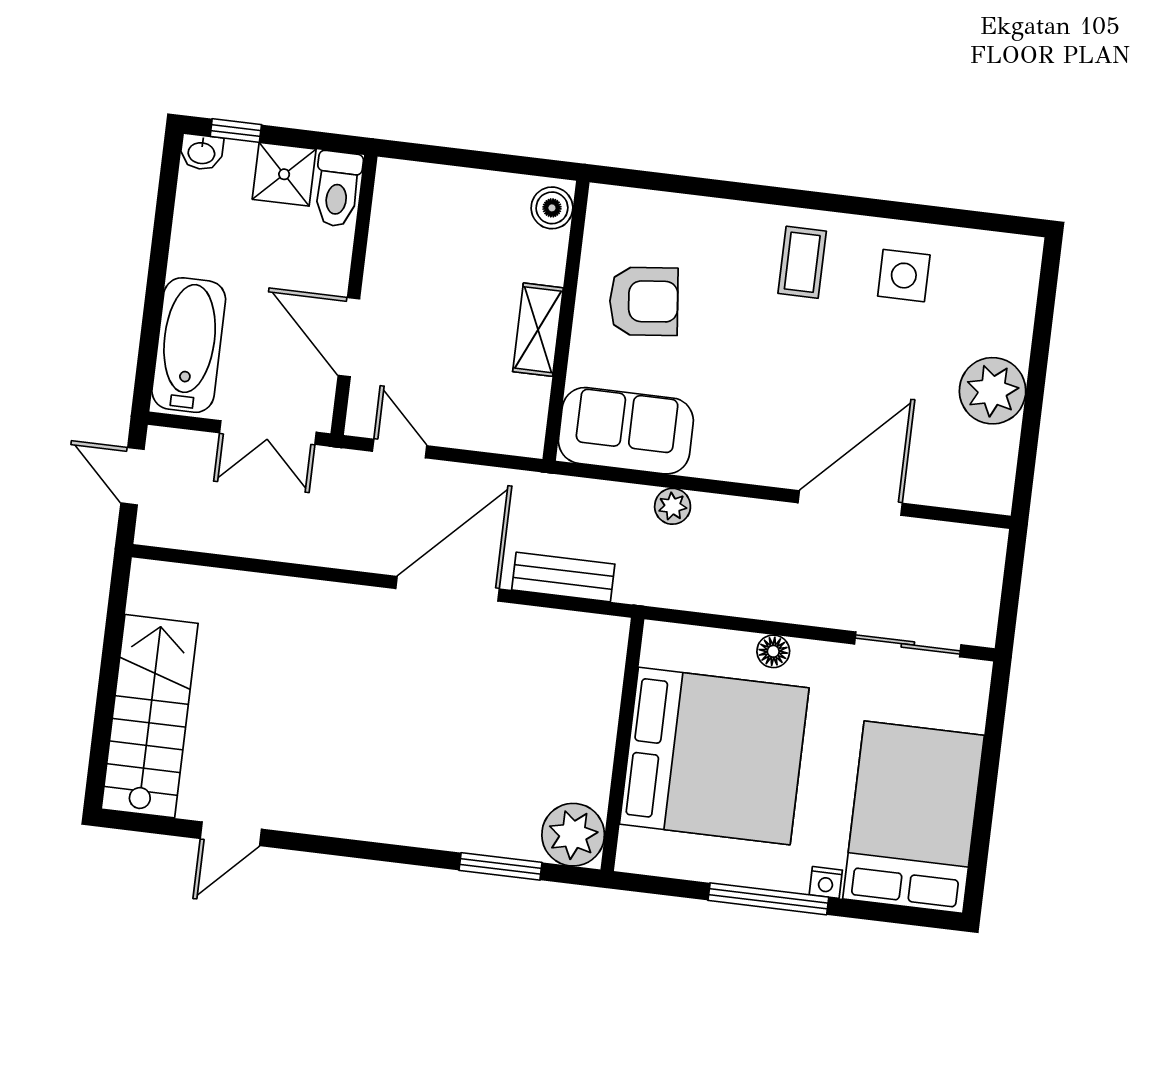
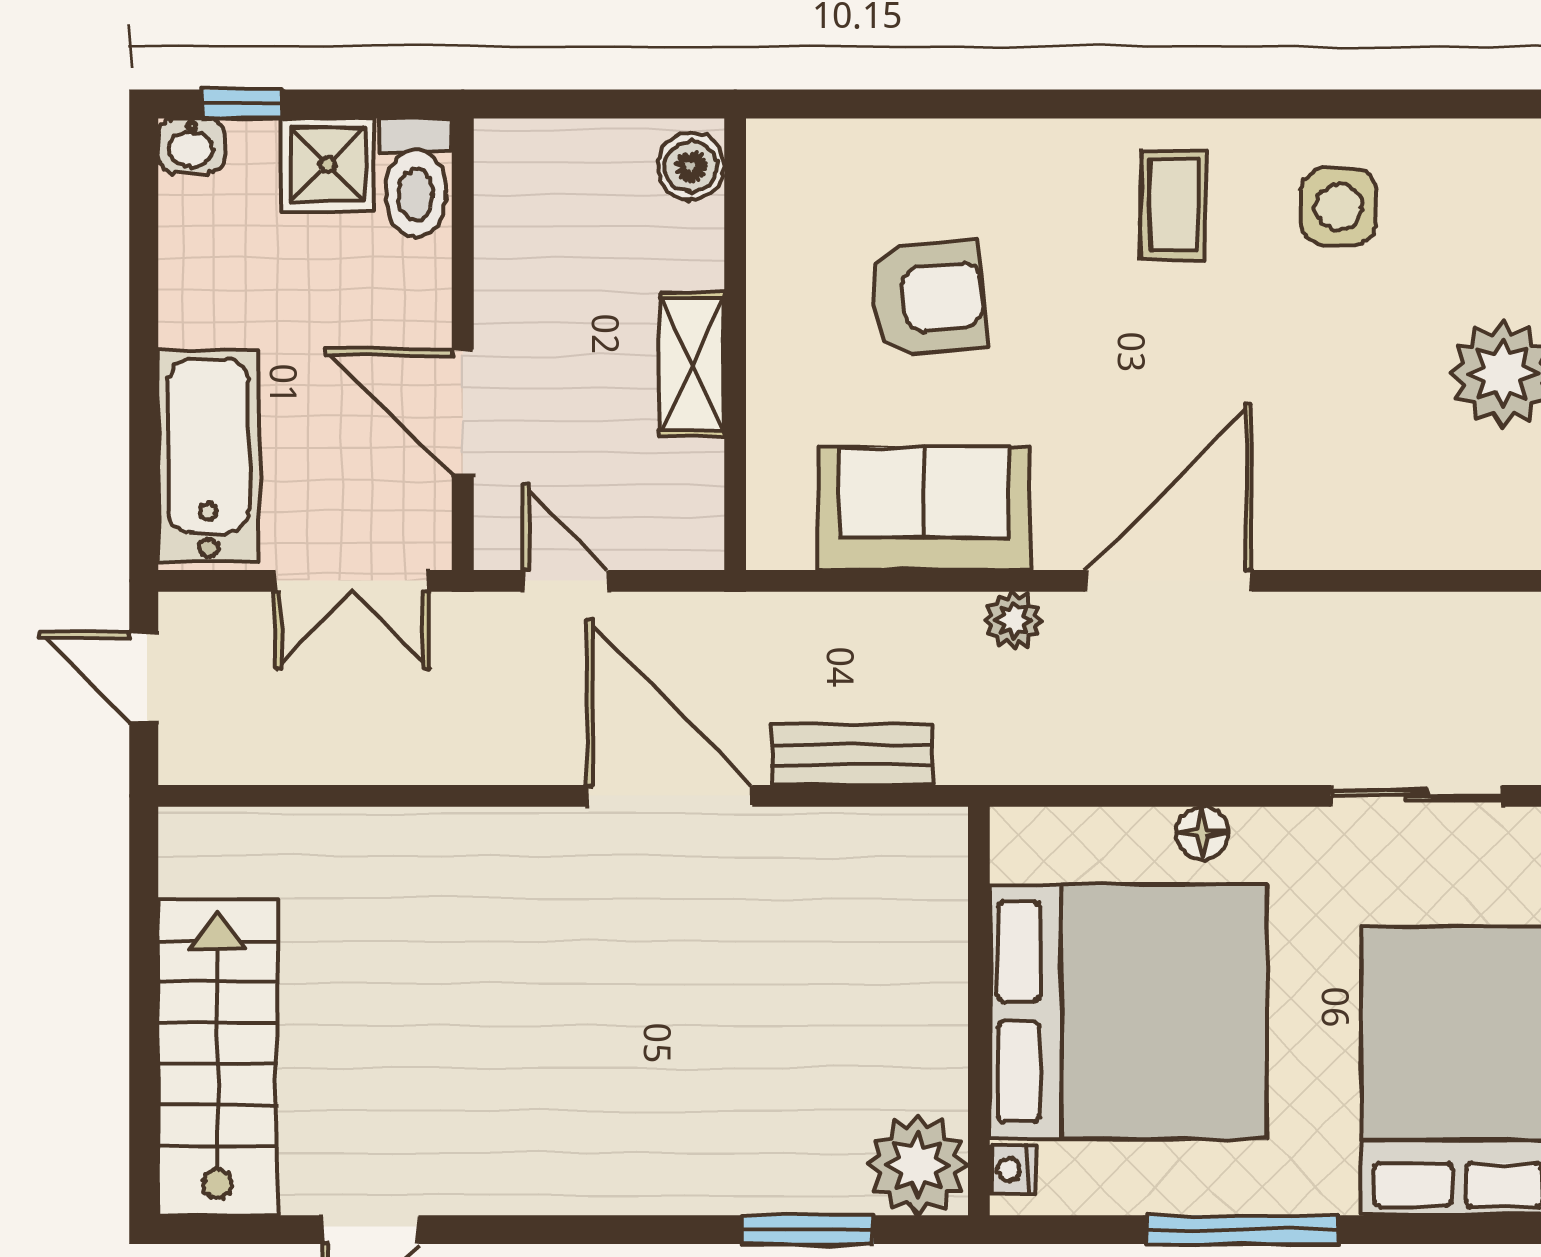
boiler: (552, 208) -> (691, 167), moved
wall: (566, 321) -> (735, 344), moved
shelving: (538, 330) -> (692, 364), moved
door: (850, 503) -> (1168, 581), moved
door: (448, 589) -> (669, 796), hinge flipped
nightstand: (826, 882) -> (1013, 1169), moved, turned 90

